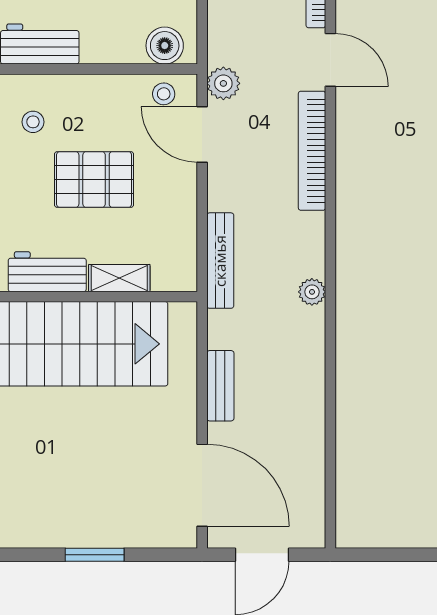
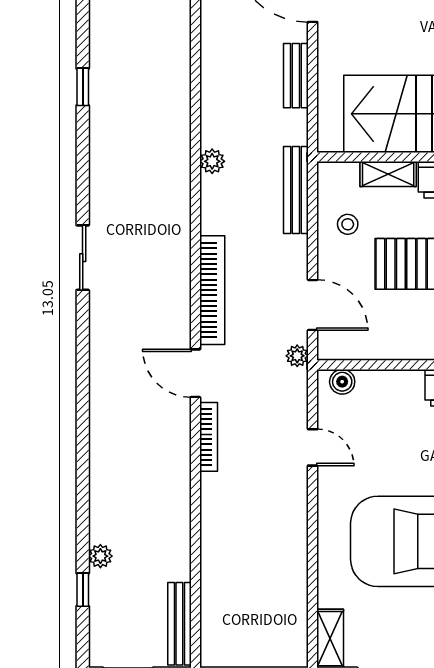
boiler: (165, 46) -> (342, 382), width x0.73, depth x0.73
plant: (223, 83) -> (297, 356), width x0.73, depth x0.73
stool: (164, 94) -> (348, 224), moved

